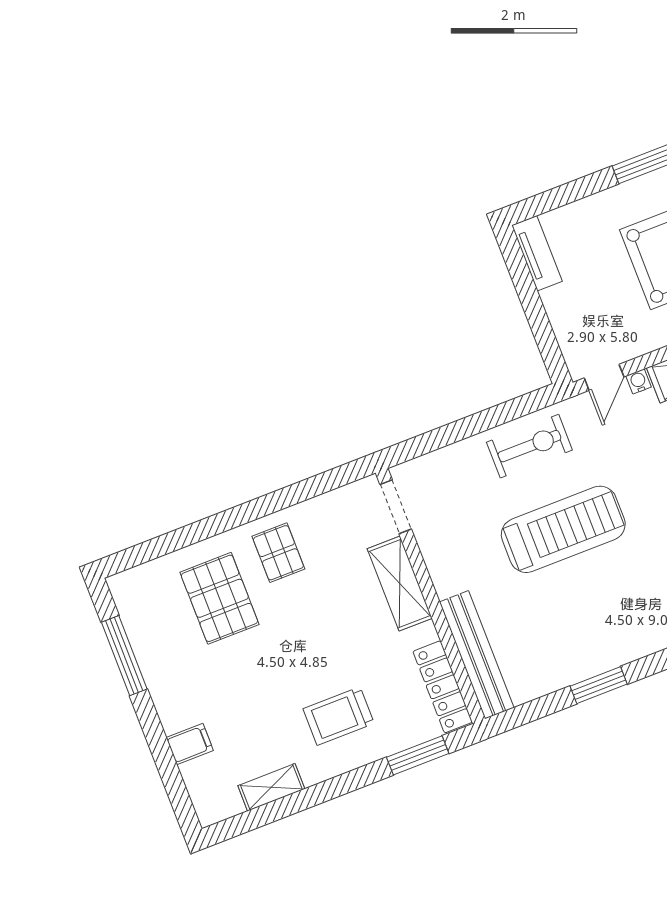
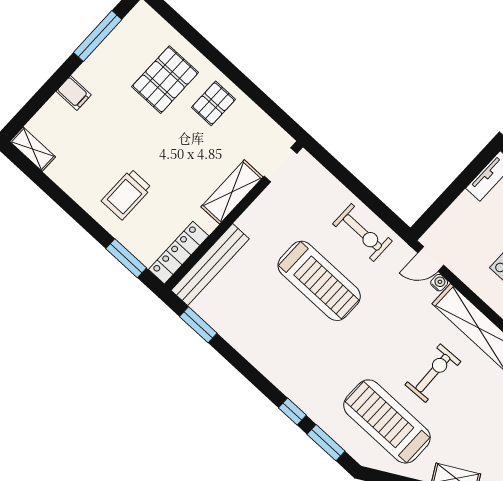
window: (599, 685) -> (198, 325), moved
trolley: (339, 716) -> (127, 194), turned -90
filing cabinet: (190, 744) -> (74, 93), moved
shelving: (271, 787) -> (33, 149), moved

